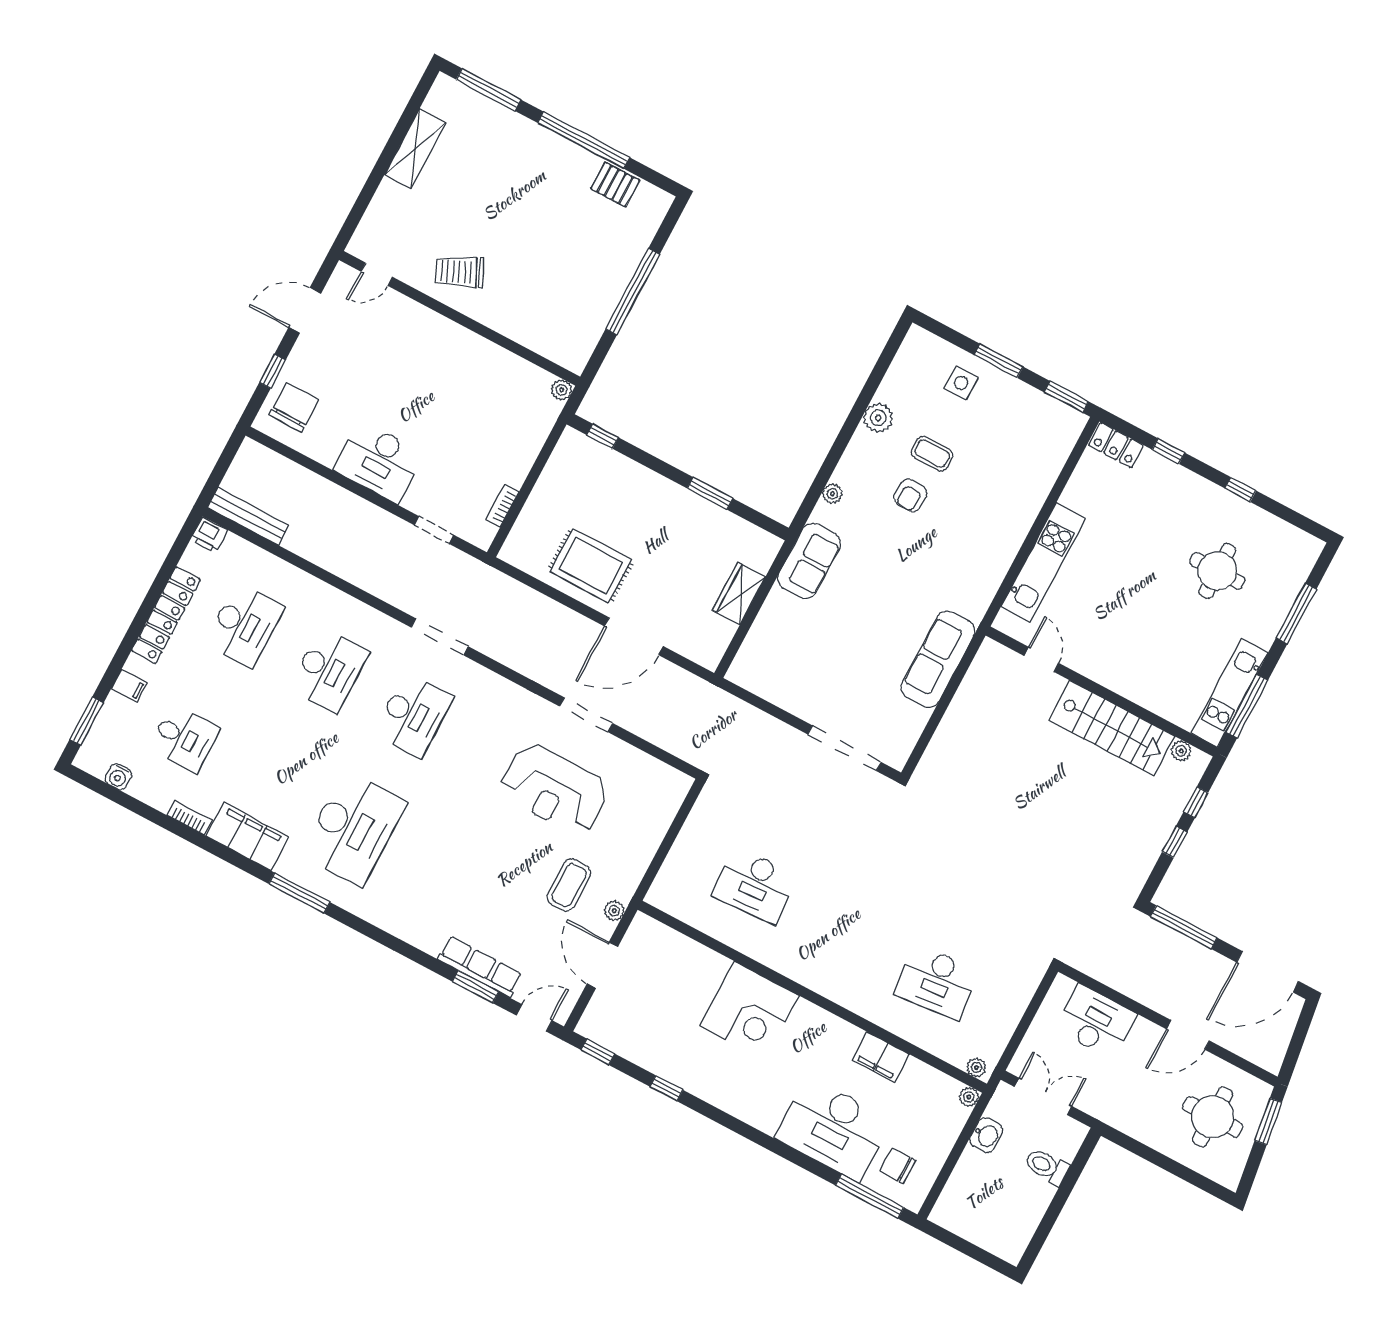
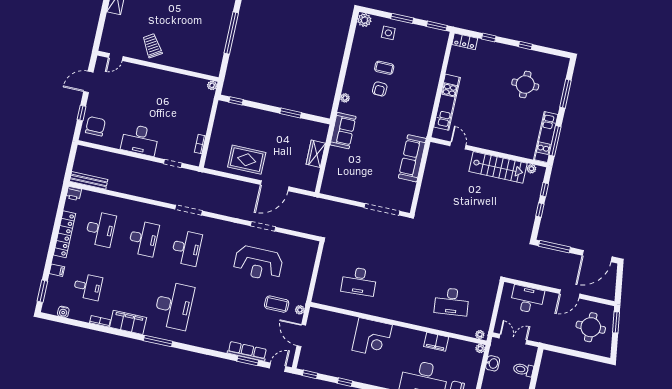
trolley: (460, 272) -> (152, 46), turned 83
plant: (878, 418) -> (364, 20), moved
coffee table: (569, 885) -> (277, 304), turned 90

